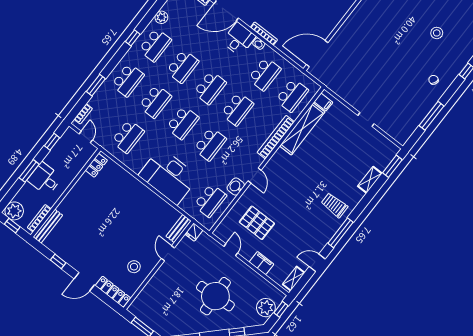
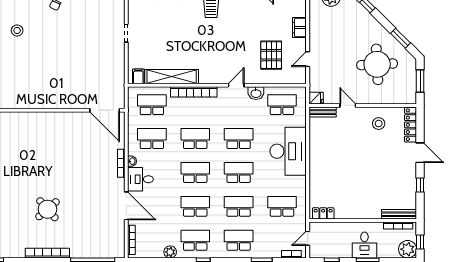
door: (168, 253) -> (348, 105), swing flipped
round table: (215, 296) -> (377, 64), moved

